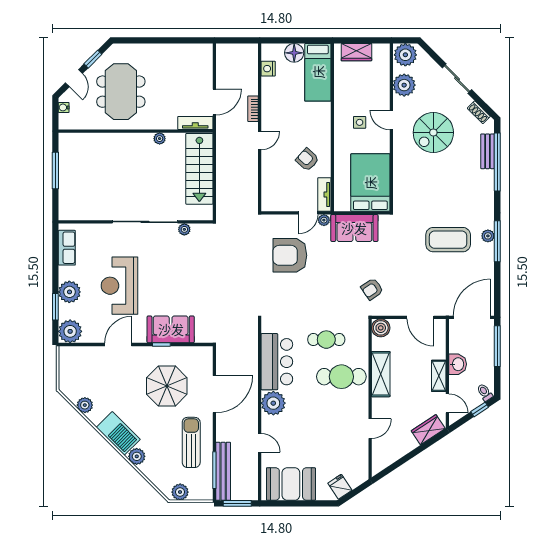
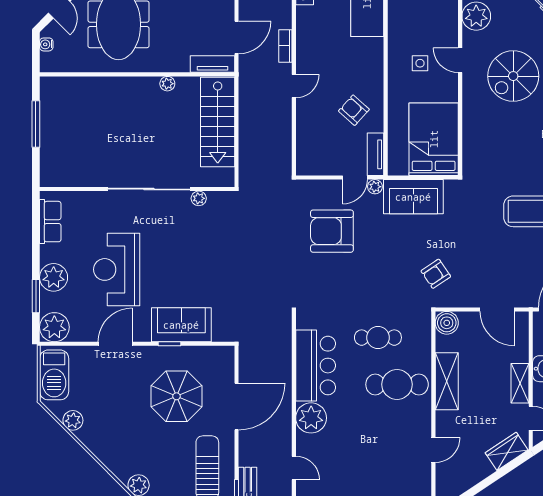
barbecue: (118, 433) -> (54, 375), moved, turned 45

